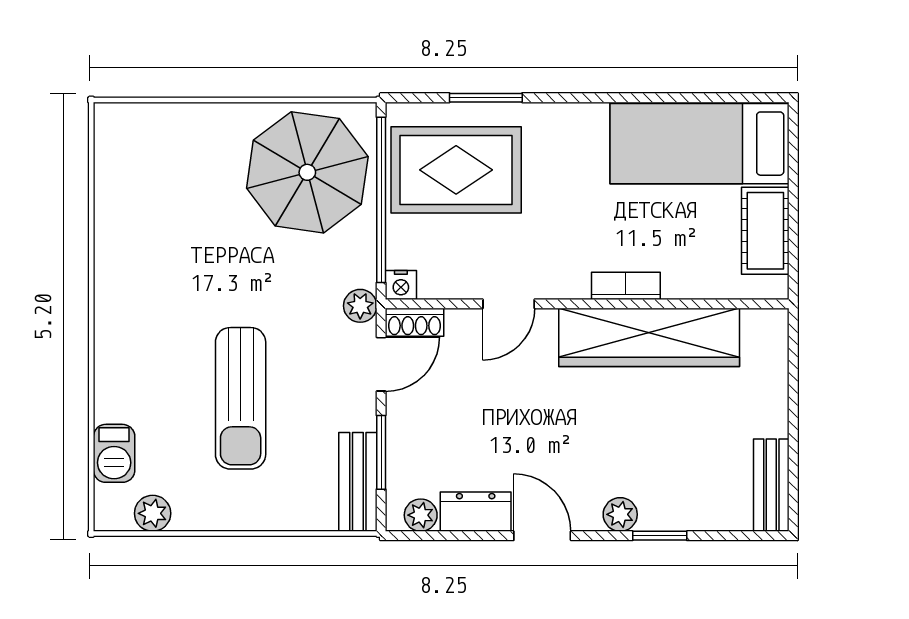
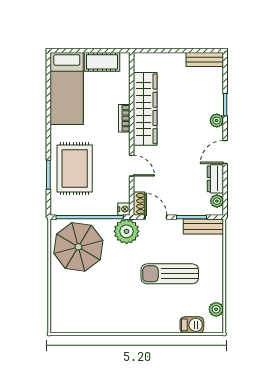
rug: (456, 170) -> (75, 169), moved
plant: (360, 306) -> (127, 231), width x1.87, depth x1.87
sun lounger: (241, 398) -> (170, 274), turned 180

